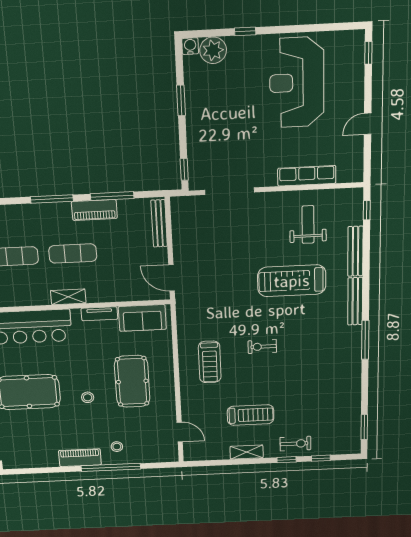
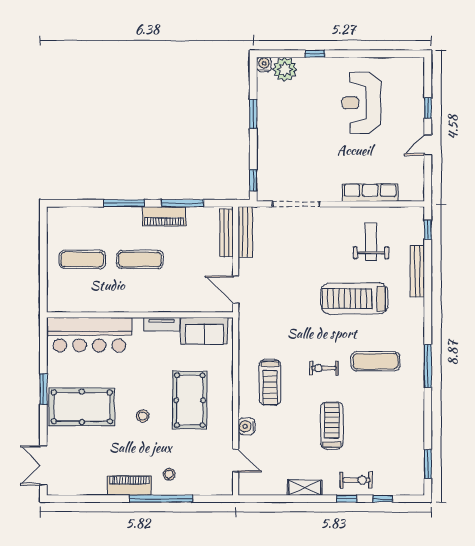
window: (368, 53) -> (428, 108), moved
reception desk: (297, 83) -> (362, 103), width x0.74, depth x0.77
shelving: (68, 297) -> (132, 305), removed
bench: (355, 301) -> (245, 232), moved
exercise mat: (313, 338) -> (375, 361), added
water cooler: (189, 402) -> (246, 426), added
treadmill: (251, 415) -> (332, 426), moved, turned -90

